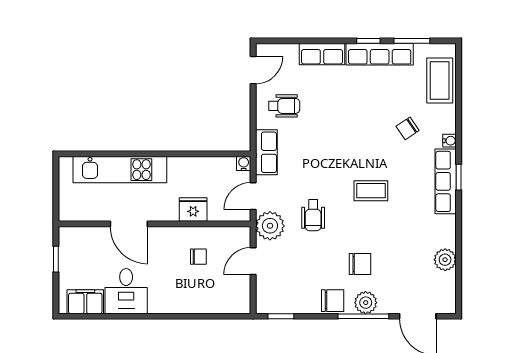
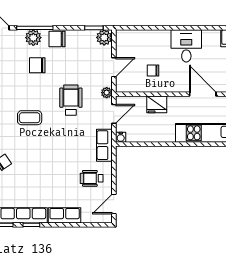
wheelchair: (313, 215) -> (71, 100), width x1.36, depth x1.37
plant: (270, 226) -> (107, 93), width x0.53, depth x0.53
desk: (126, 291) -> (186, 46), moved
plant: (267, 303) -> (104, 37), added

